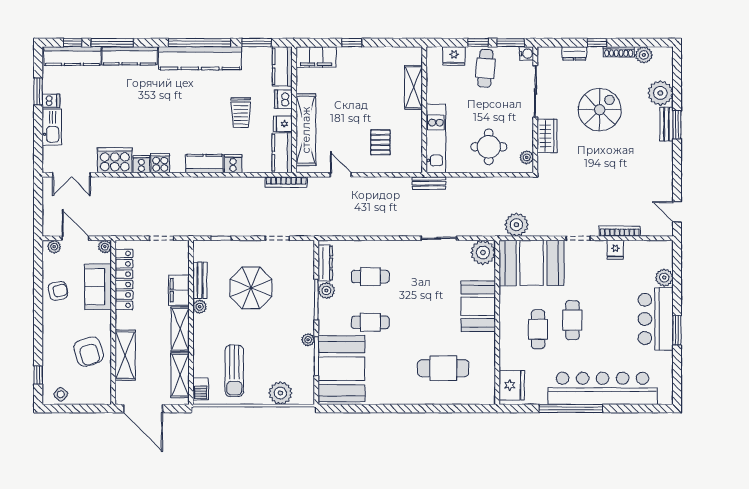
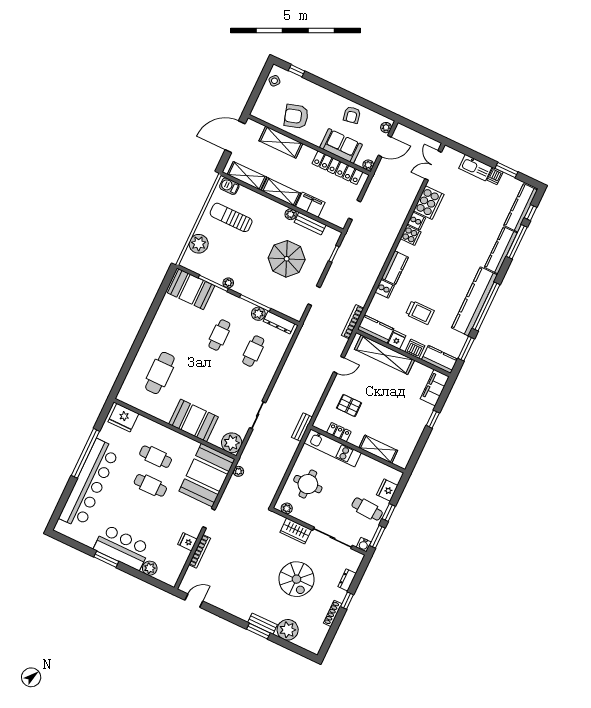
plant: (644, 55) -> (322, 631), removed
trolley: (241, 113) -> (420, 312), turned 180
locker: (415, 140) -> (339, 432), added
plant: (516, 225) -> (238, 471), width x0.53, depth x0.53
booth: (341, 369) -> (191, 289), width x0.73, depth x0.70

